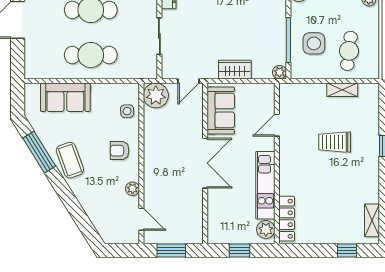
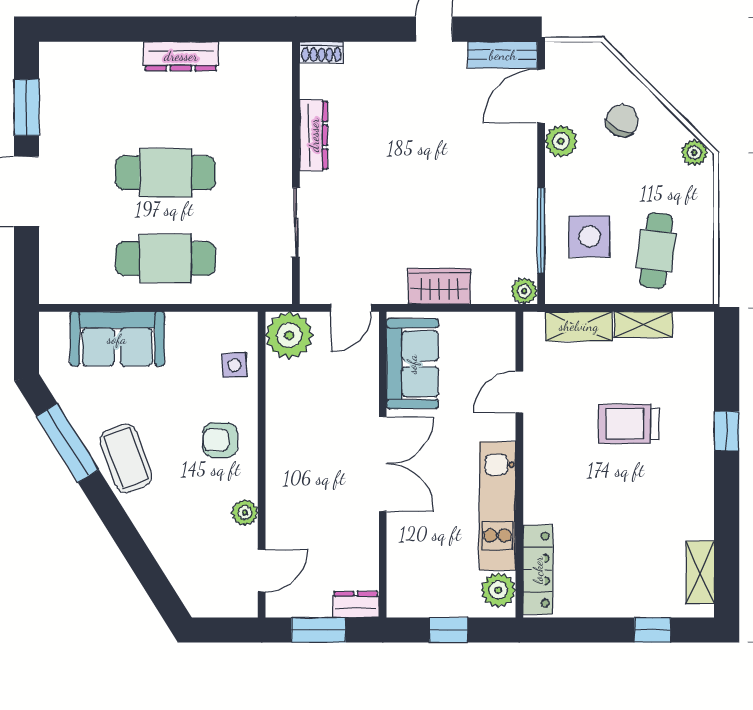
shelving: (308, 91) -> (579, 326), added
door: (141, 219) -> (262, 571), hinge flipped
dresser: (191, 237) -> (356, 604), added

